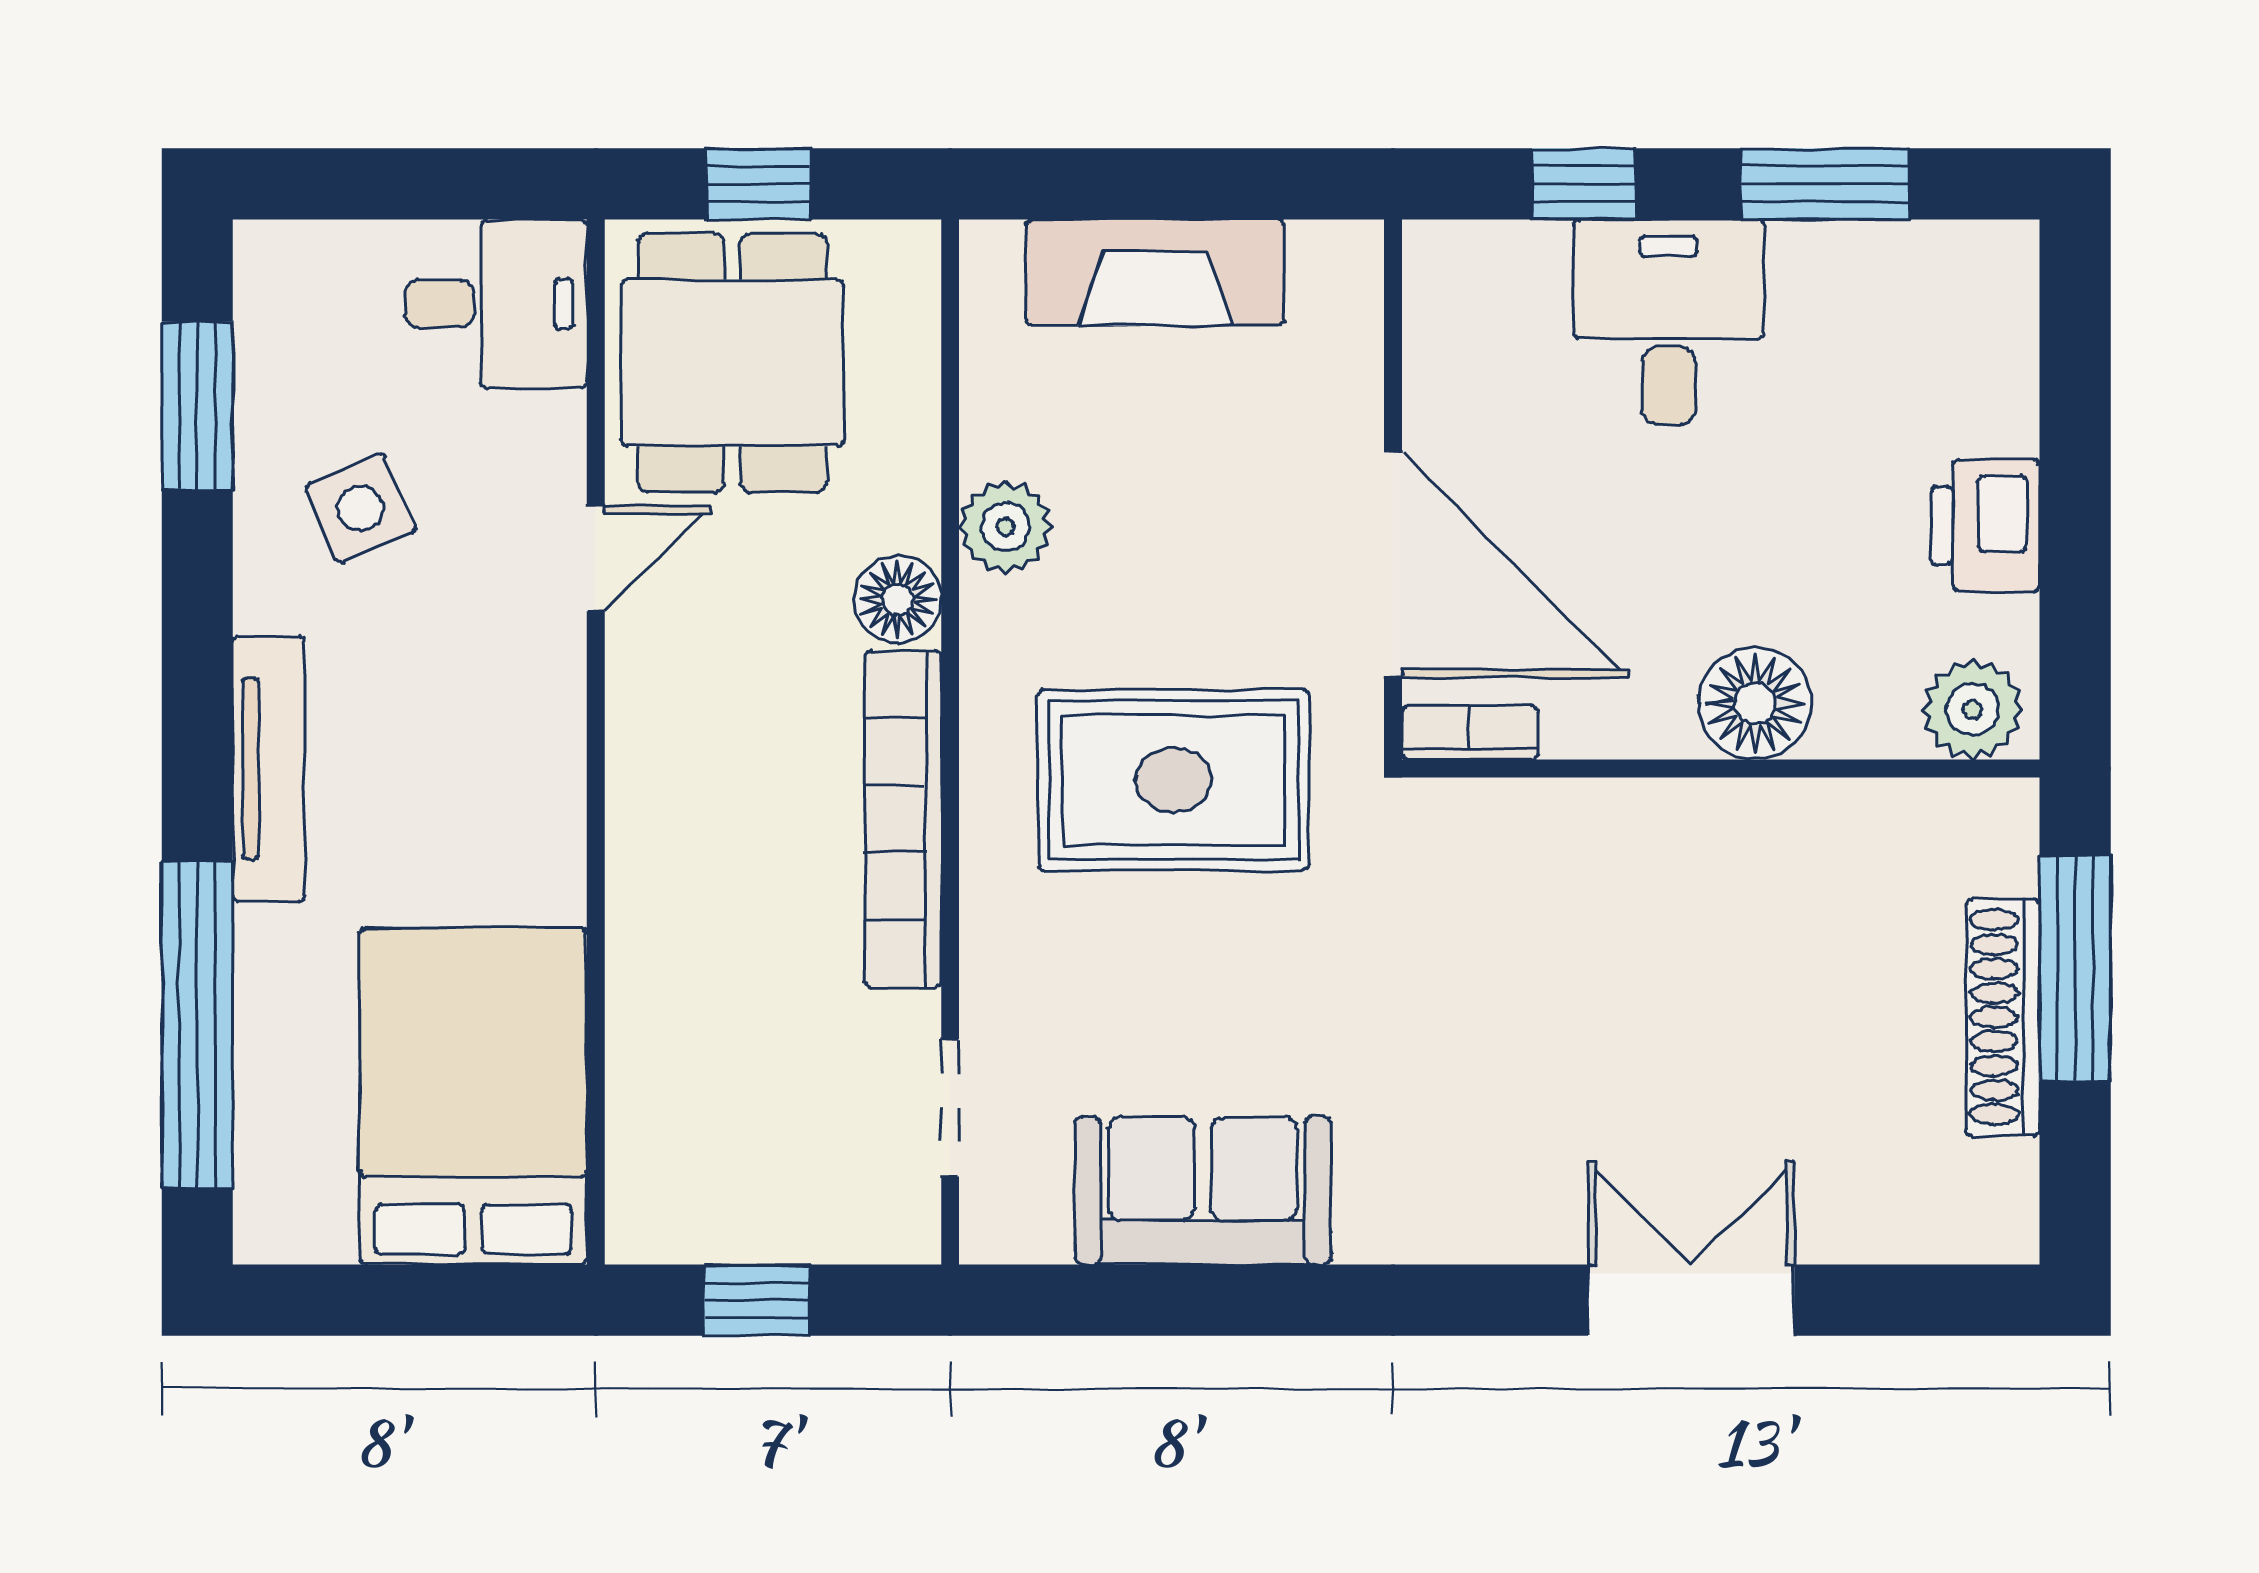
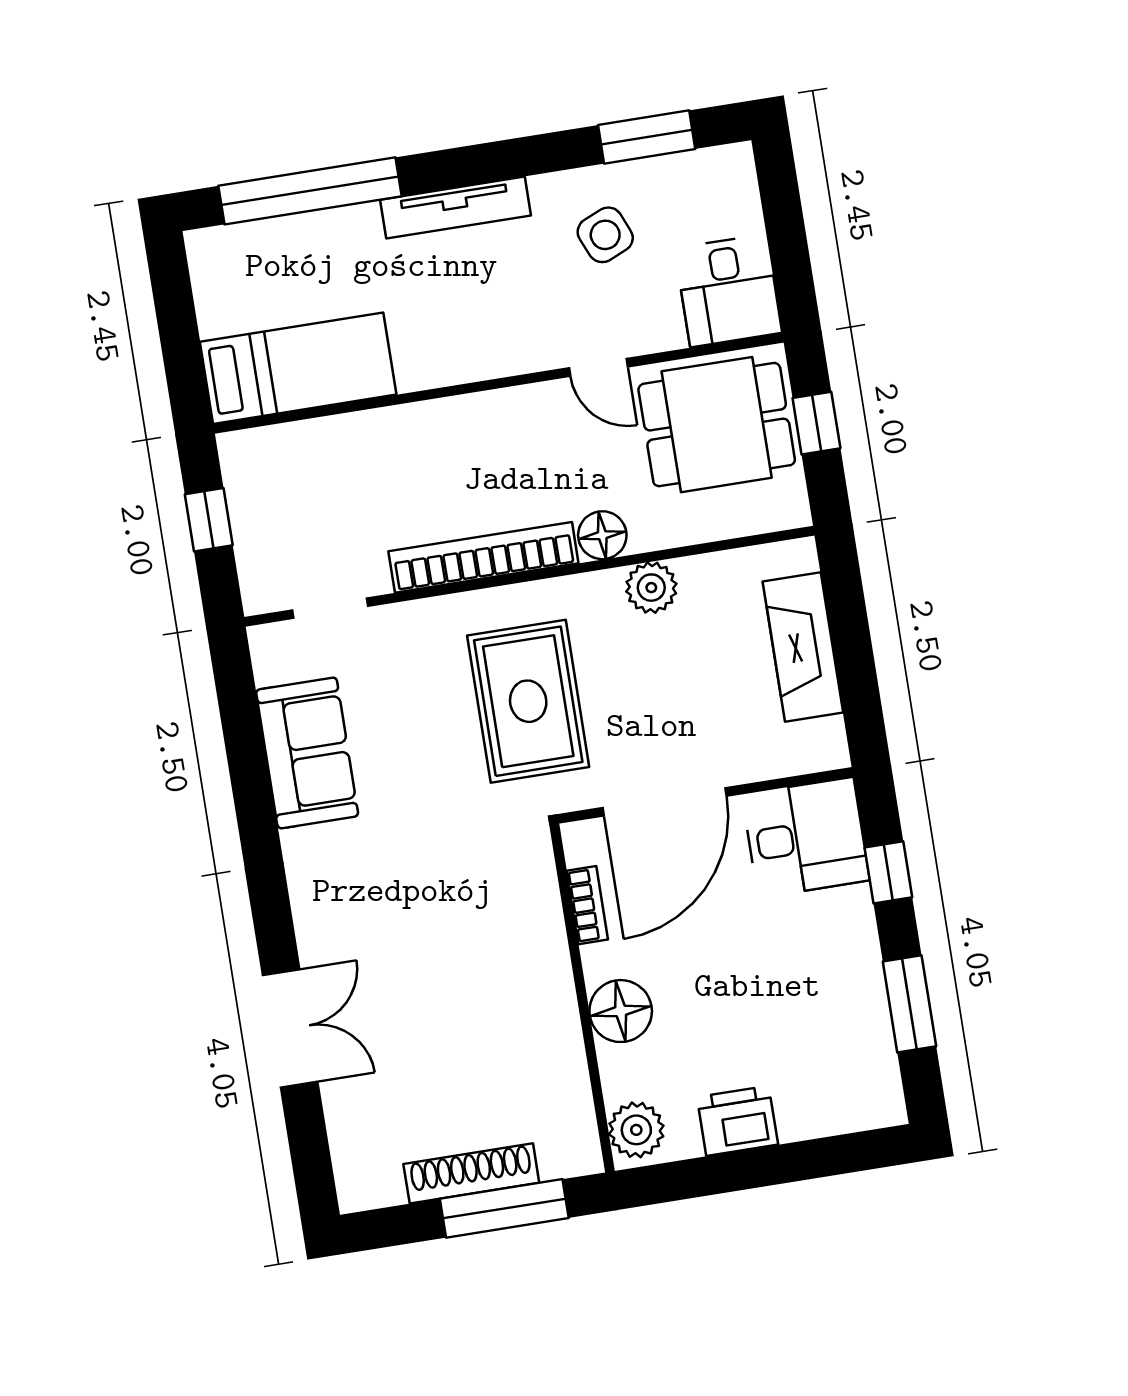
desk: (1669, 322) -> (806, 837), moved
bookcase: (1470, 733) -> (587, 905), moved
bed: (473, 1096) -> (298, 368), width x0.67

